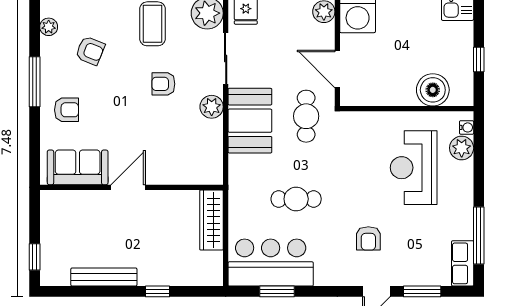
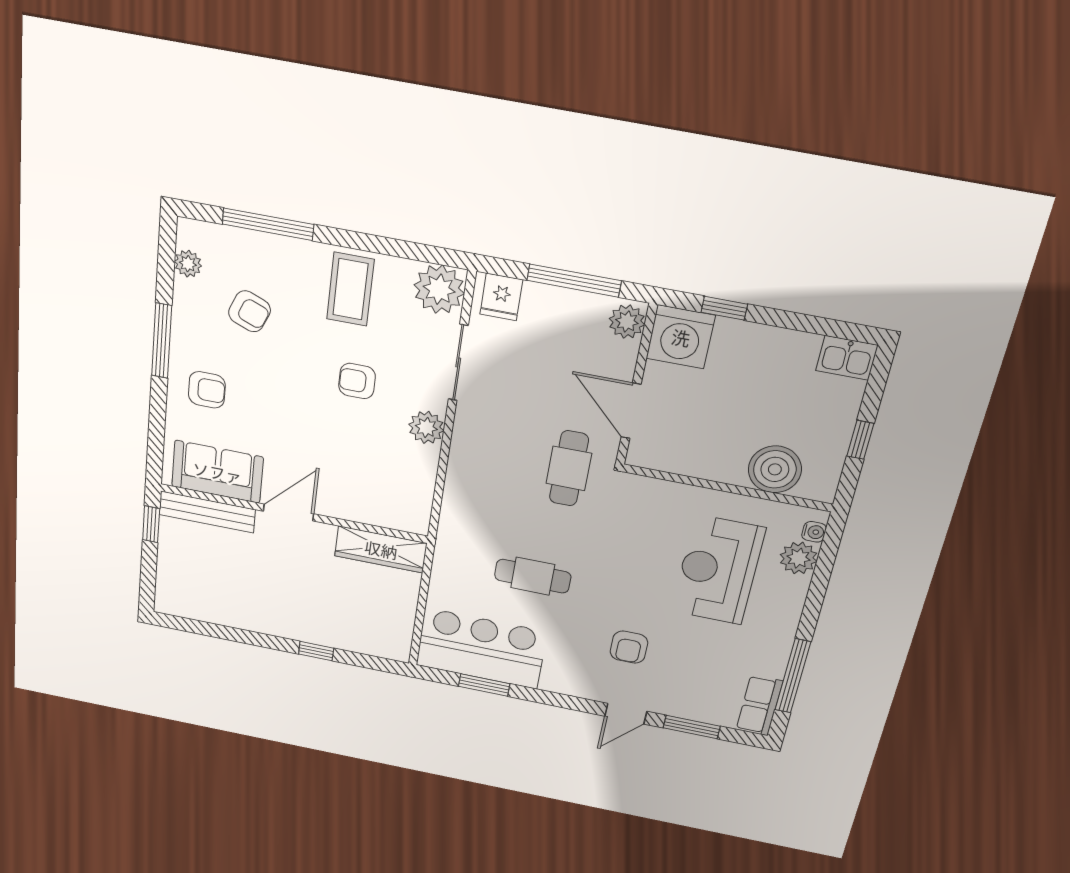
booth: (250, 121) -> (482, 458), removed
wardrobe: (211, 220) -> (381, 549), moved, turned -90
window: (35, 257) -> (151, 524), moved
bench: (104, 277) -> (207, 512), moved

